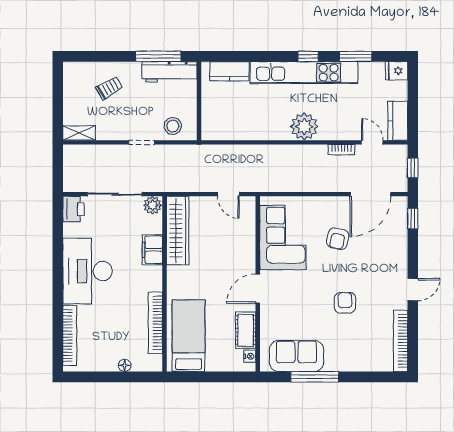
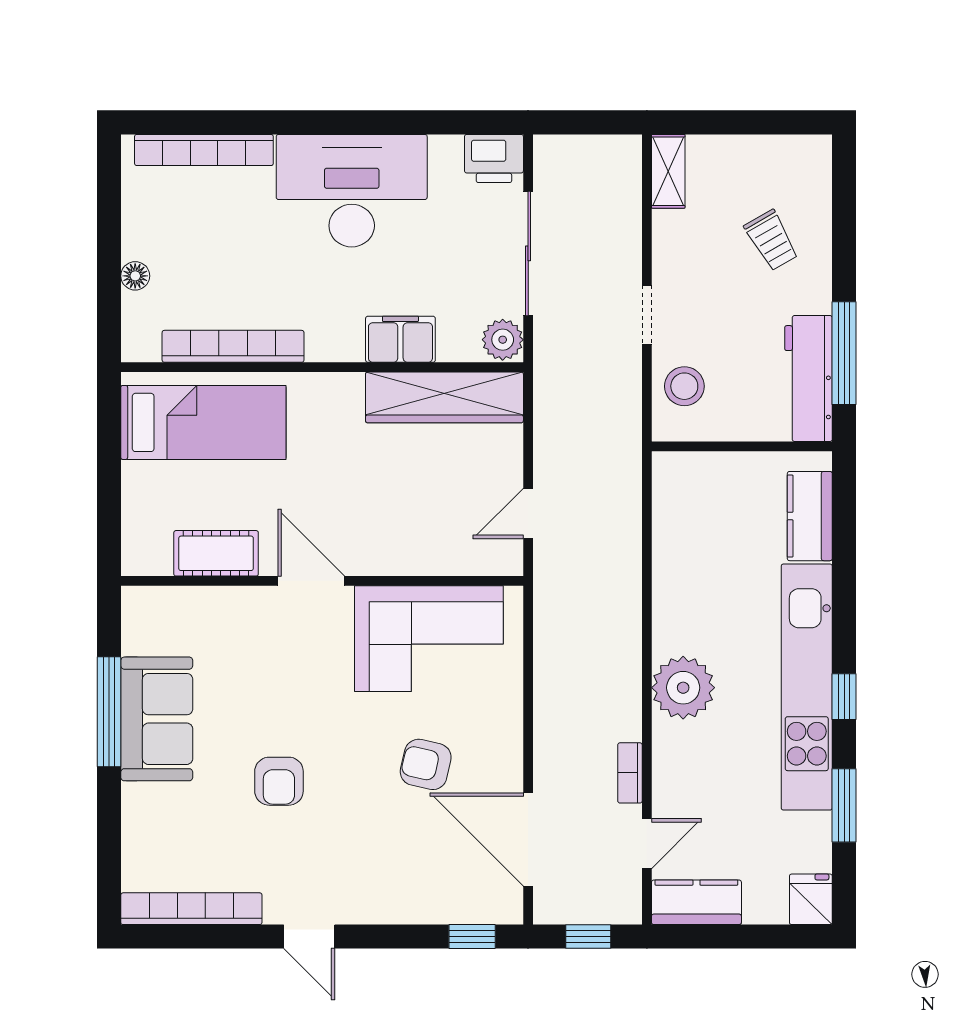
armchair: (345, 303) -> (279, 781), turned 90
nightstand: (250, 356) -> (156, 563), removed
sofa: (296, 356) -> (157, 719), moved

